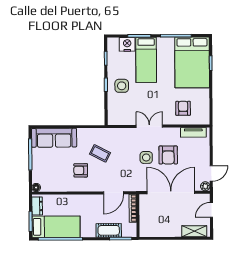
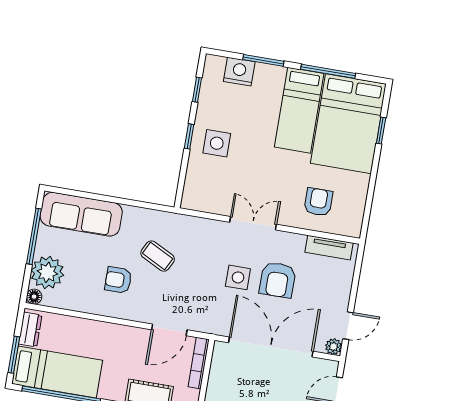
bed: (146, 60) -> (299, 110), moved
plant: (41, 173) -> (47, 272), added

